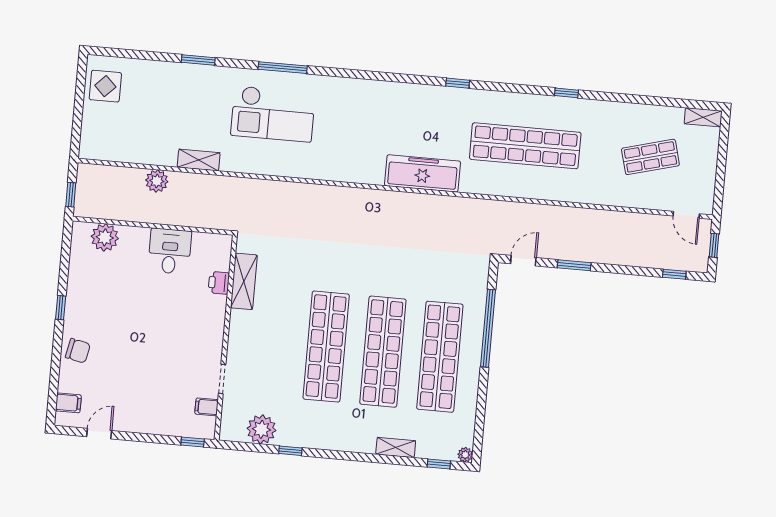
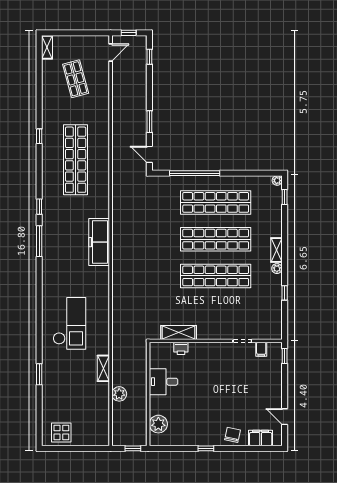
window: (283, 68) -> (39, 241), moved
freezer: (422, 173) -> (99, 242), moved
filing cabinet: (68, 403) -> (261, 438), width x2.00
plant: (261, 429) -> (277, 269), moved, width x0.53, depth x0.53
shelving: (396, 447) -> (276, 250), moved

